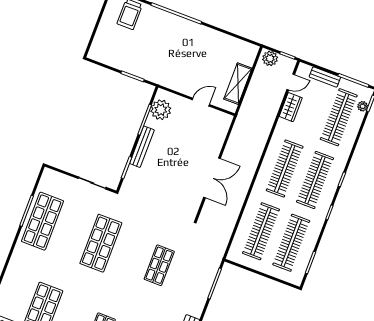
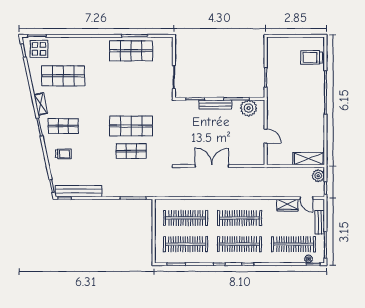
shelving: (238, 84) -> (309, 159), moved
double door: (212, 178) -> (212, 166), swing flipped
shop shelf: (101, 243) -> (131, 126), moved

